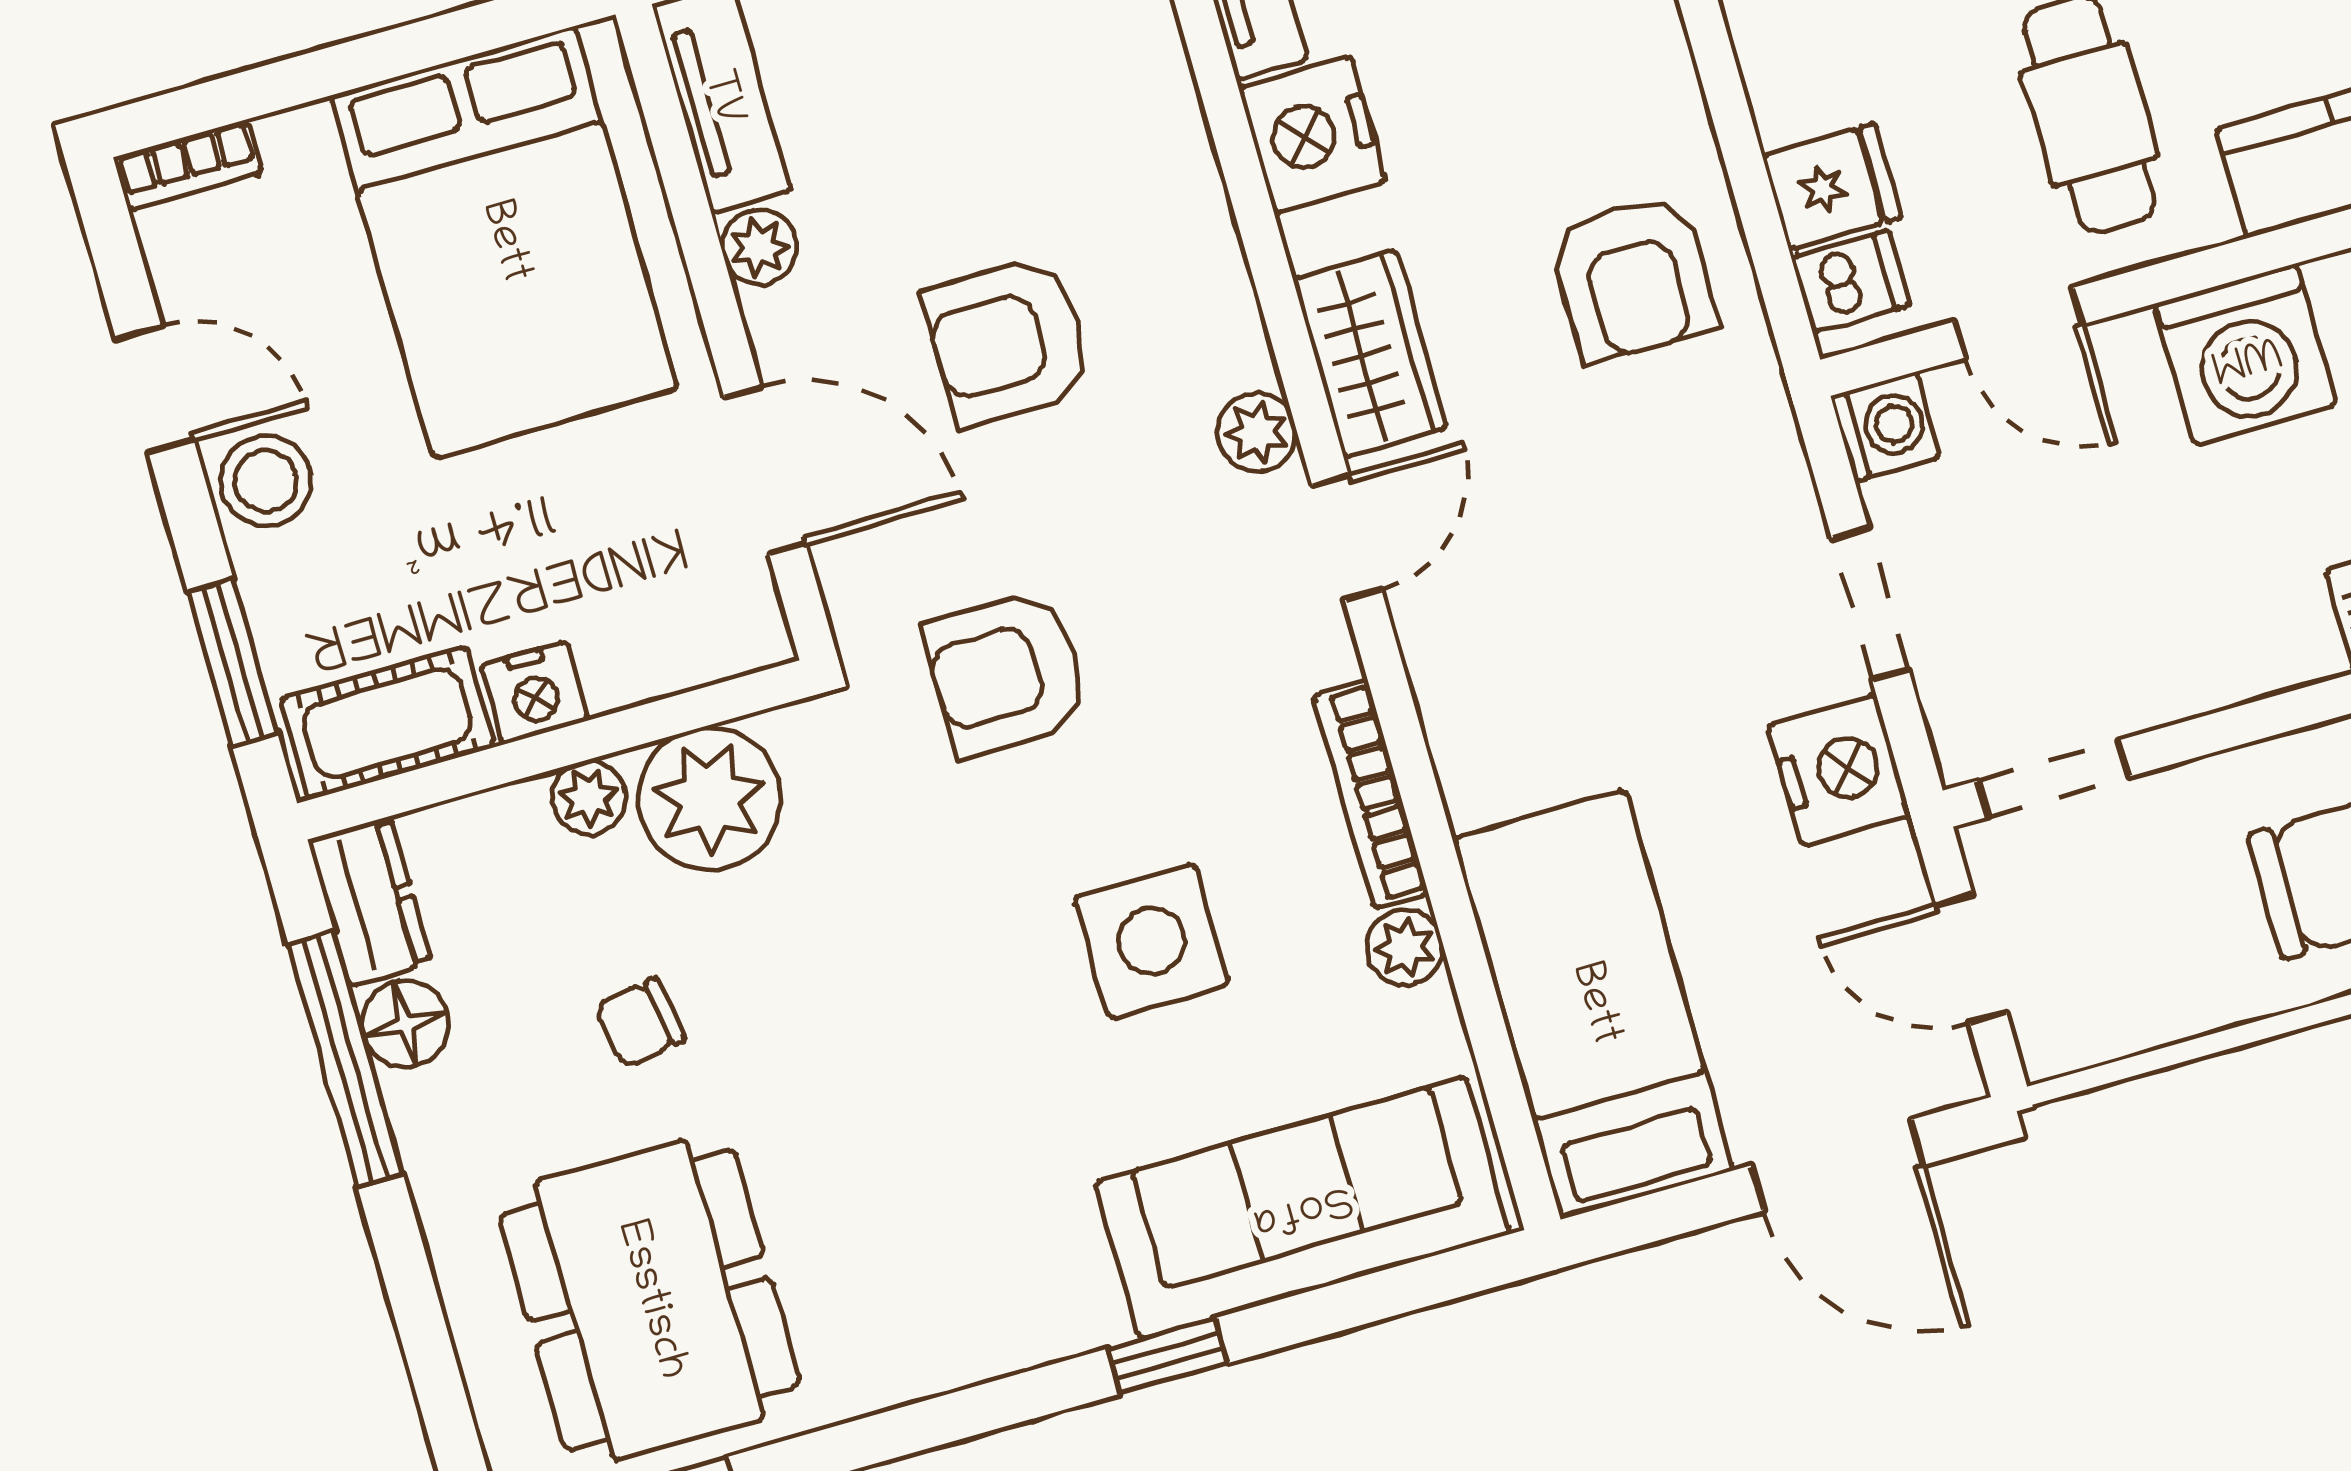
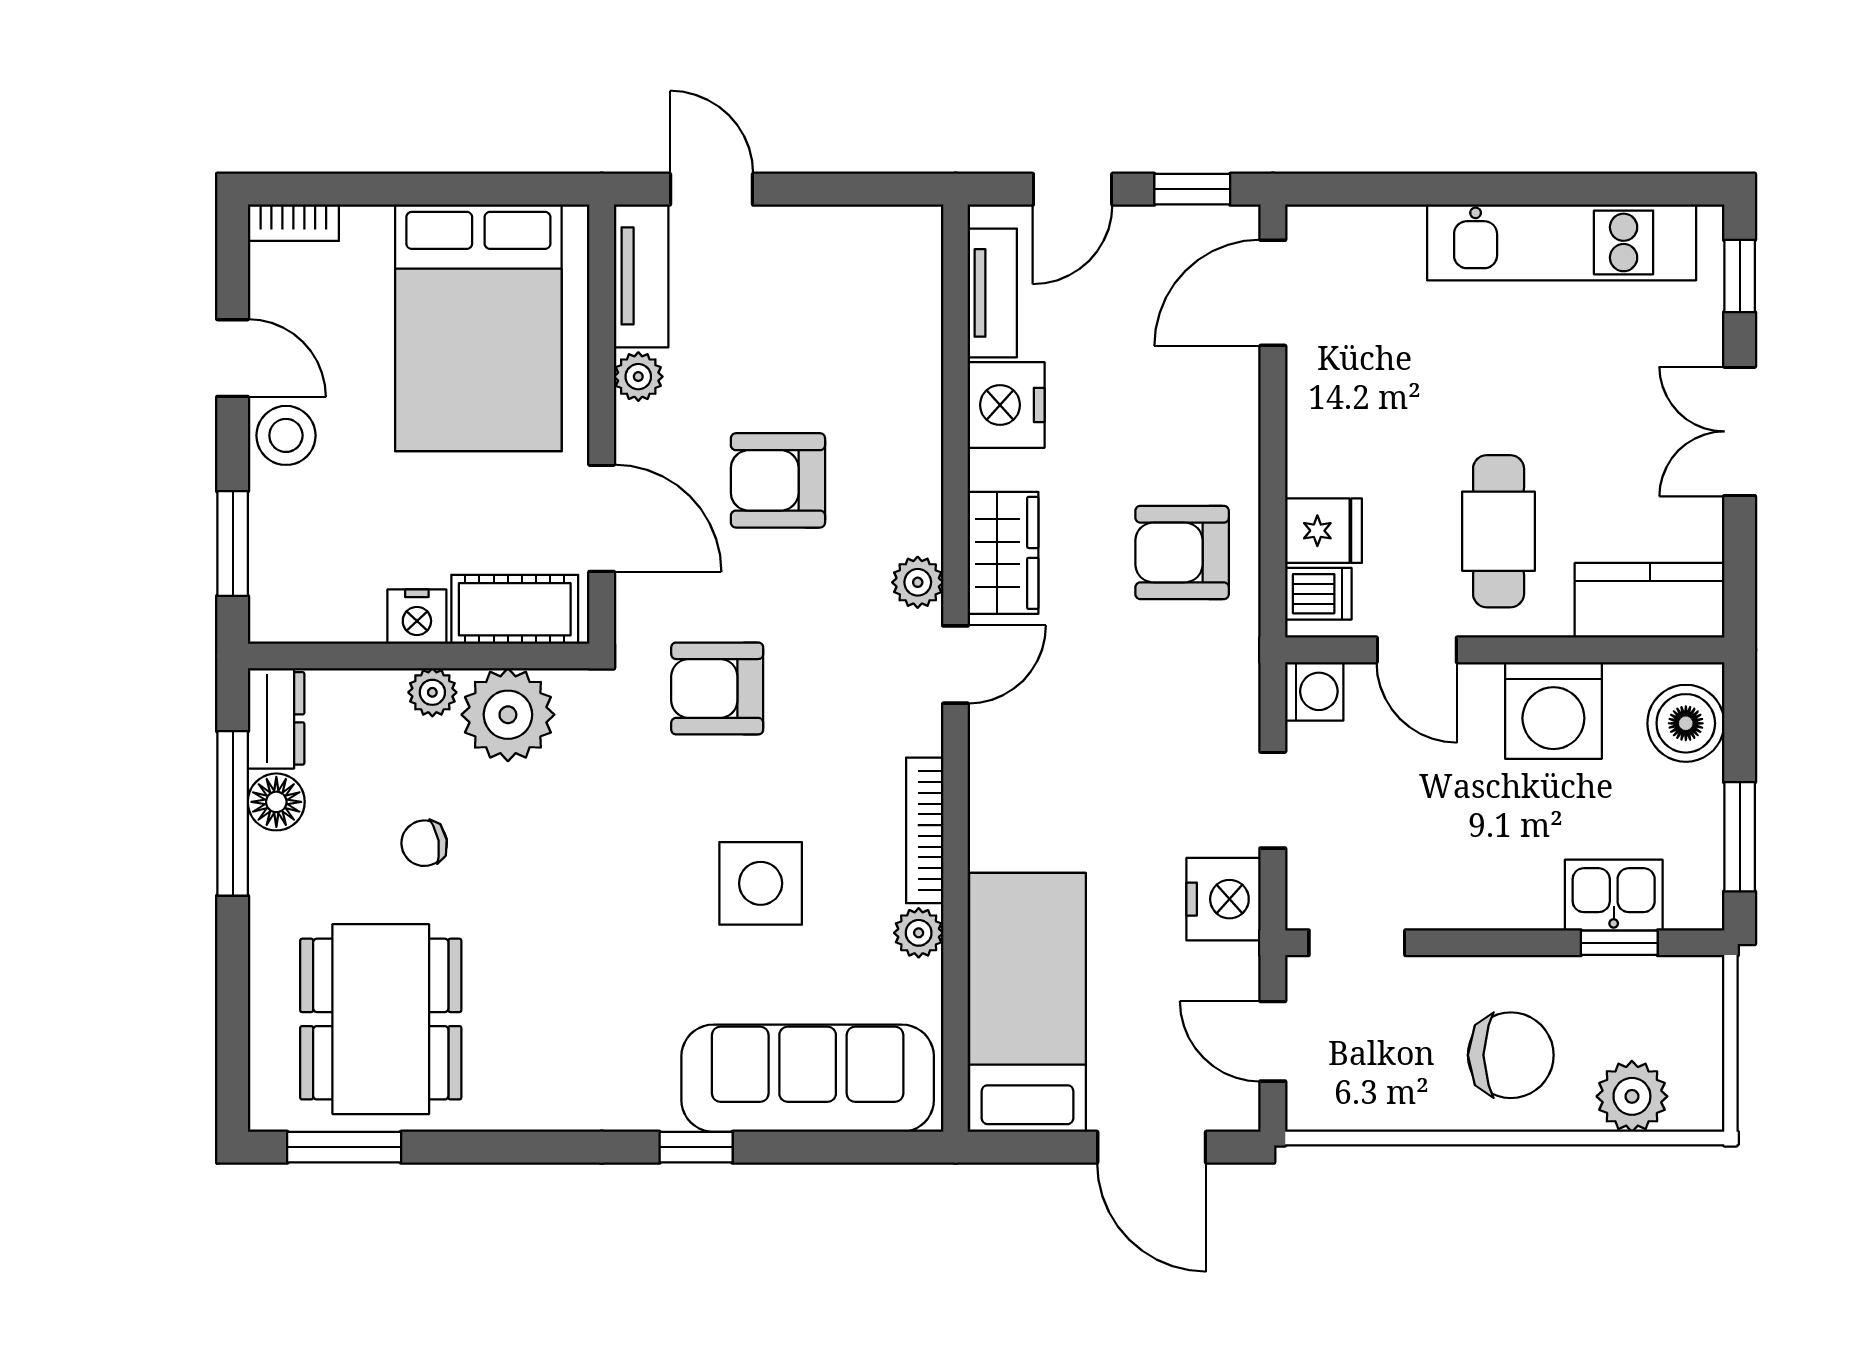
armchair: (1633, 278) -> (1182, 552), turned 90
cot: (387, 723) -> (515, 609), moved

